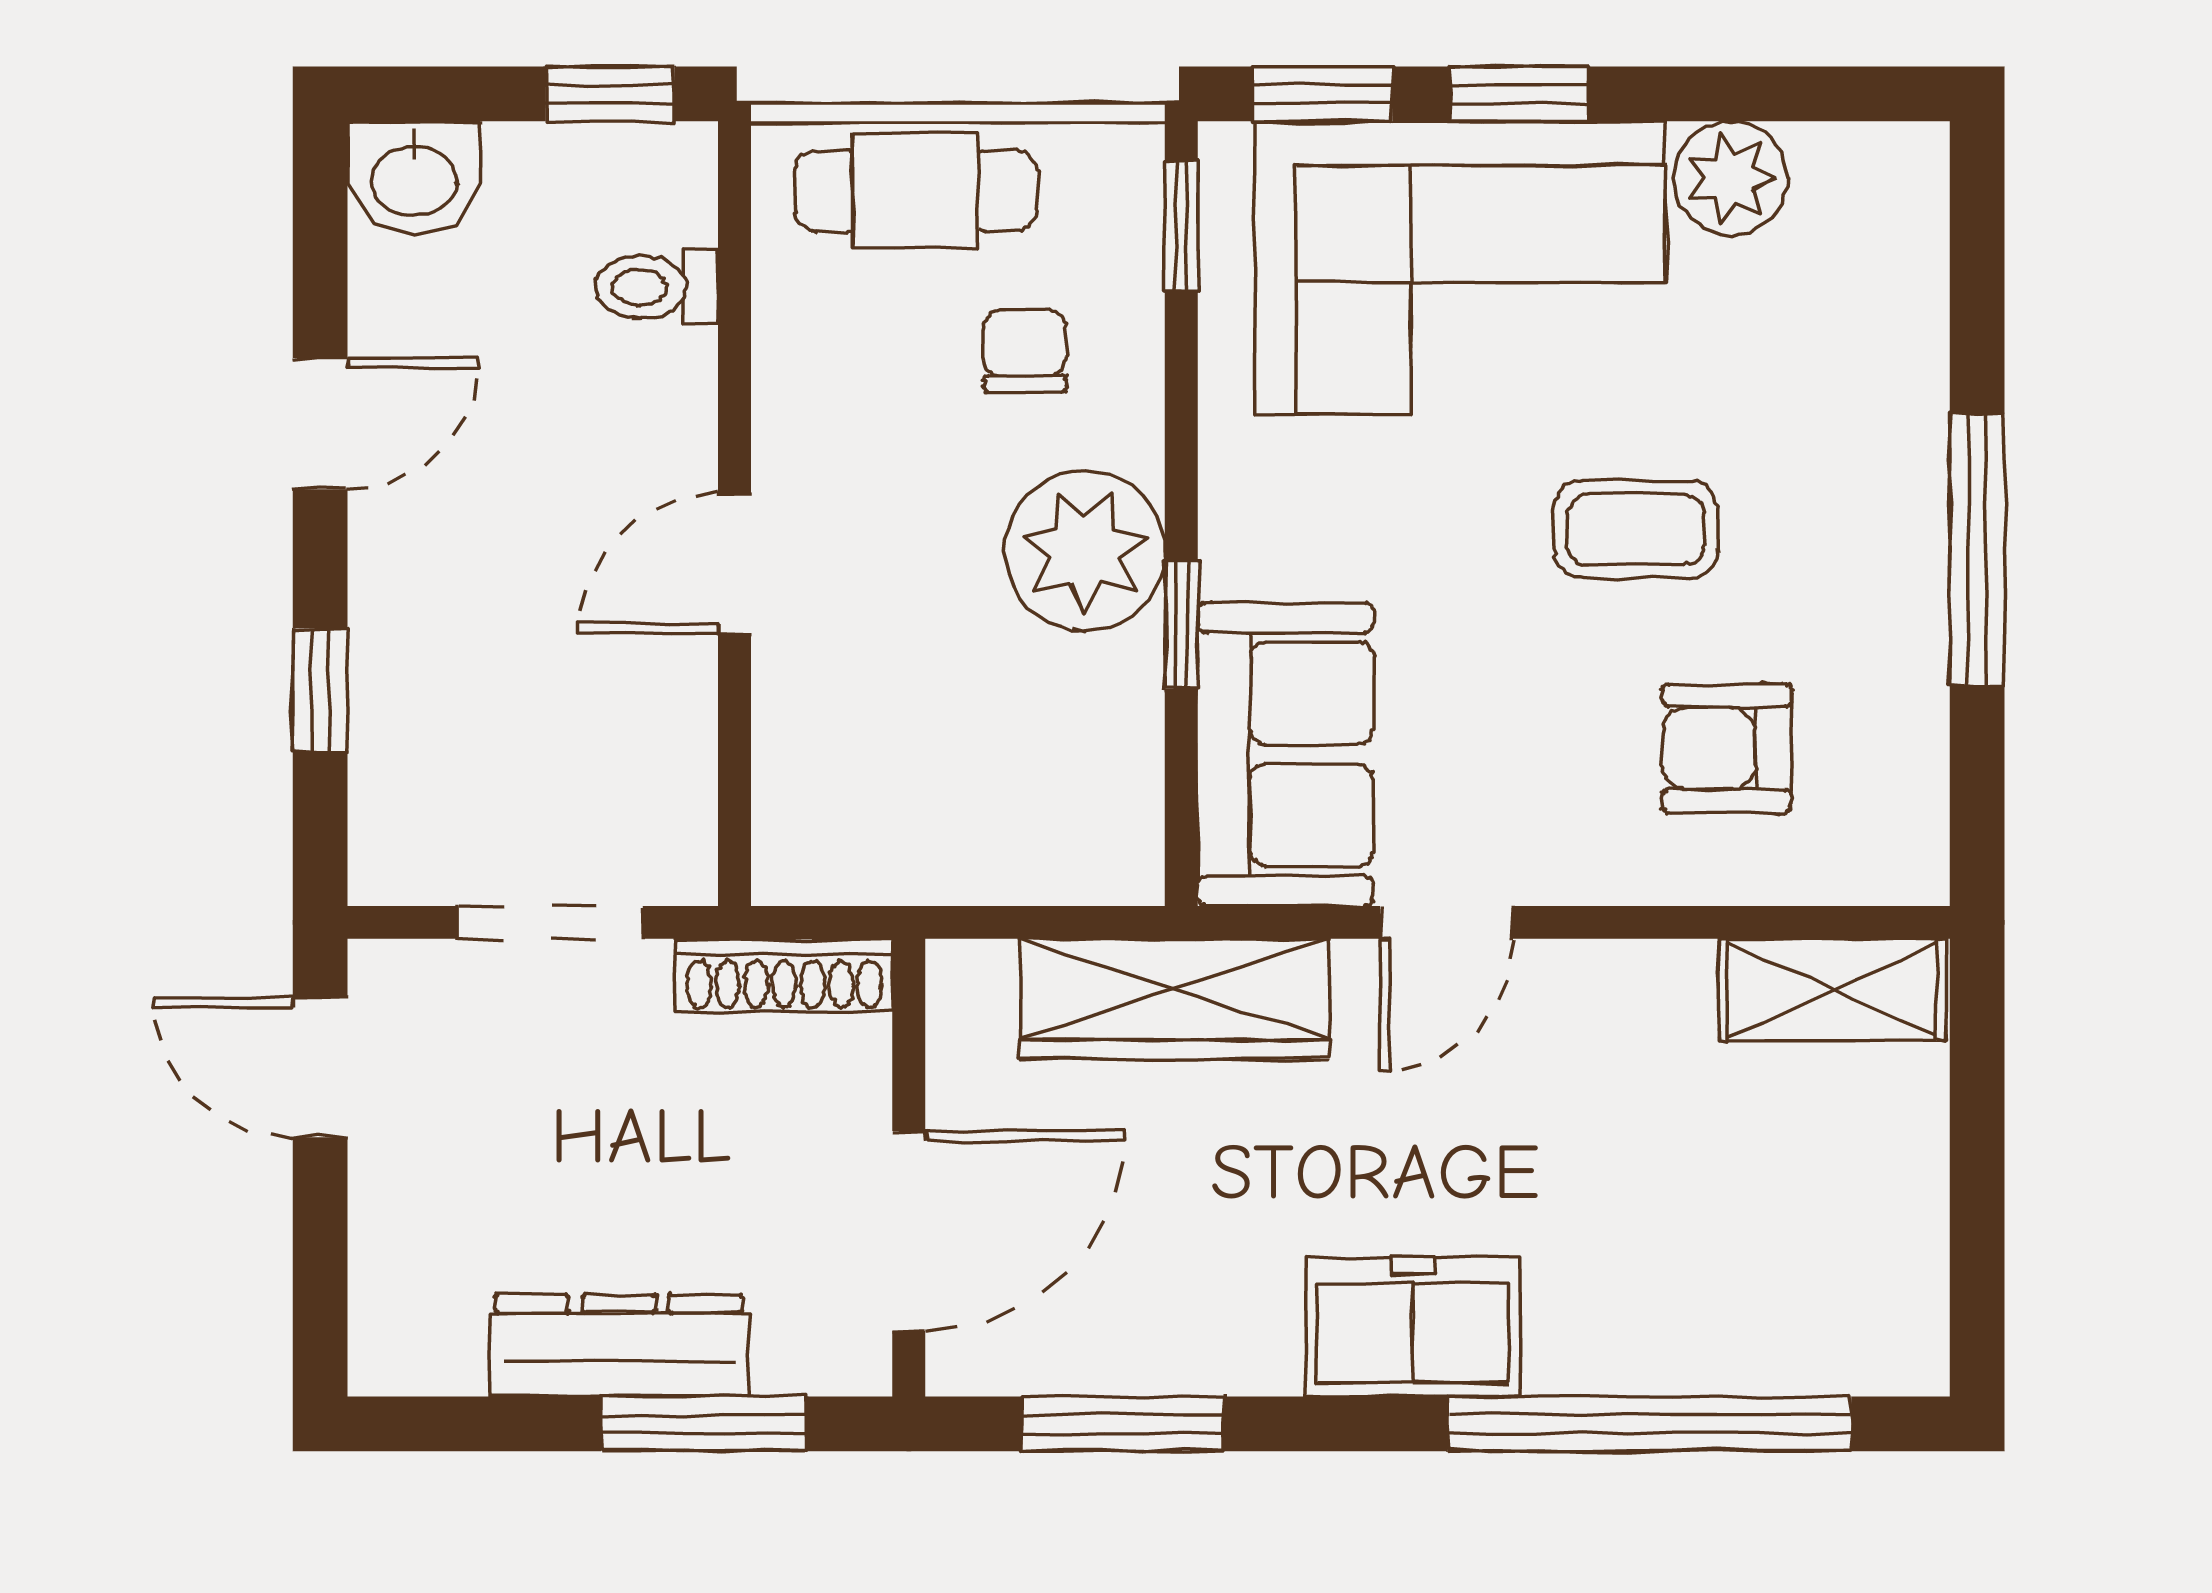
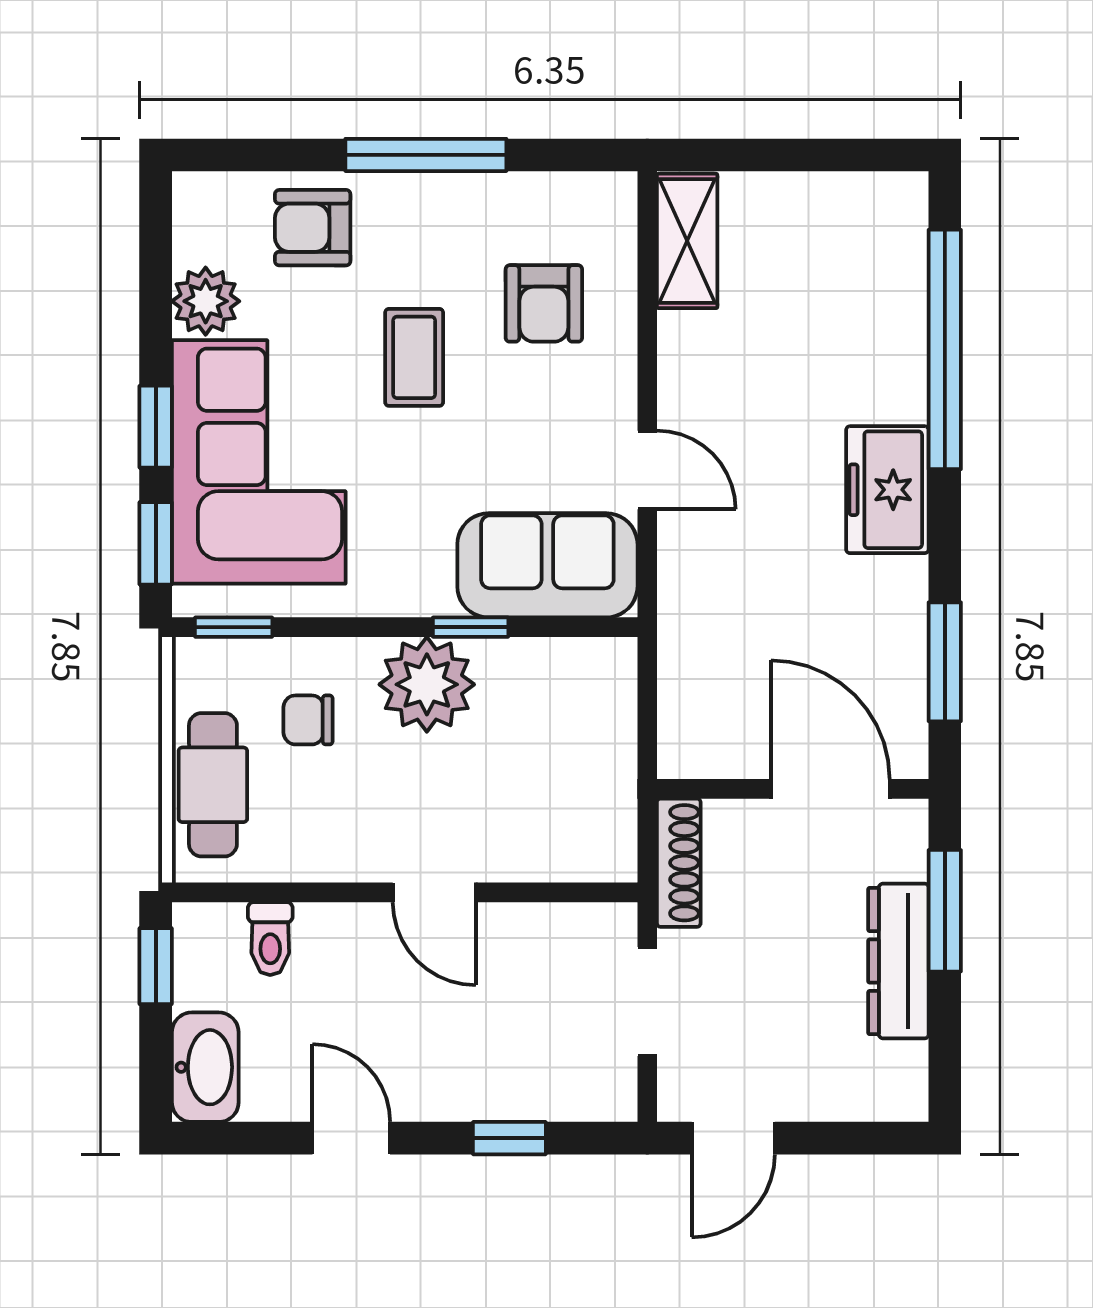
washbasin: (414, 178) -> (205, 1067), width x1.38
armchair: (1854, 359) -> (313, 228), added
wardrobe: (1175, 999) -> (693, 631), removed

